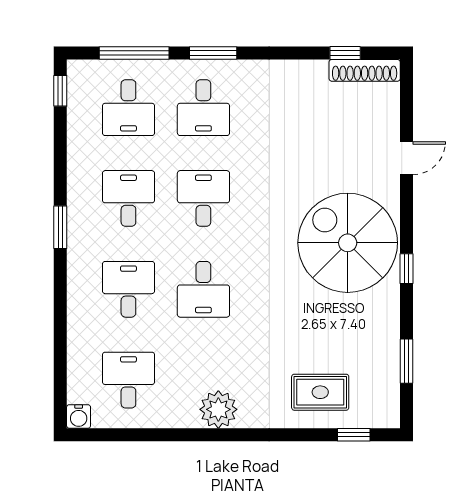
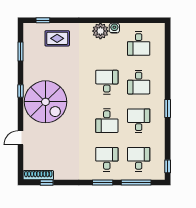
desk: (128, 198) -> (139, 121), turned 180
water cooler: (79, 416) -> (114, 28), moved

